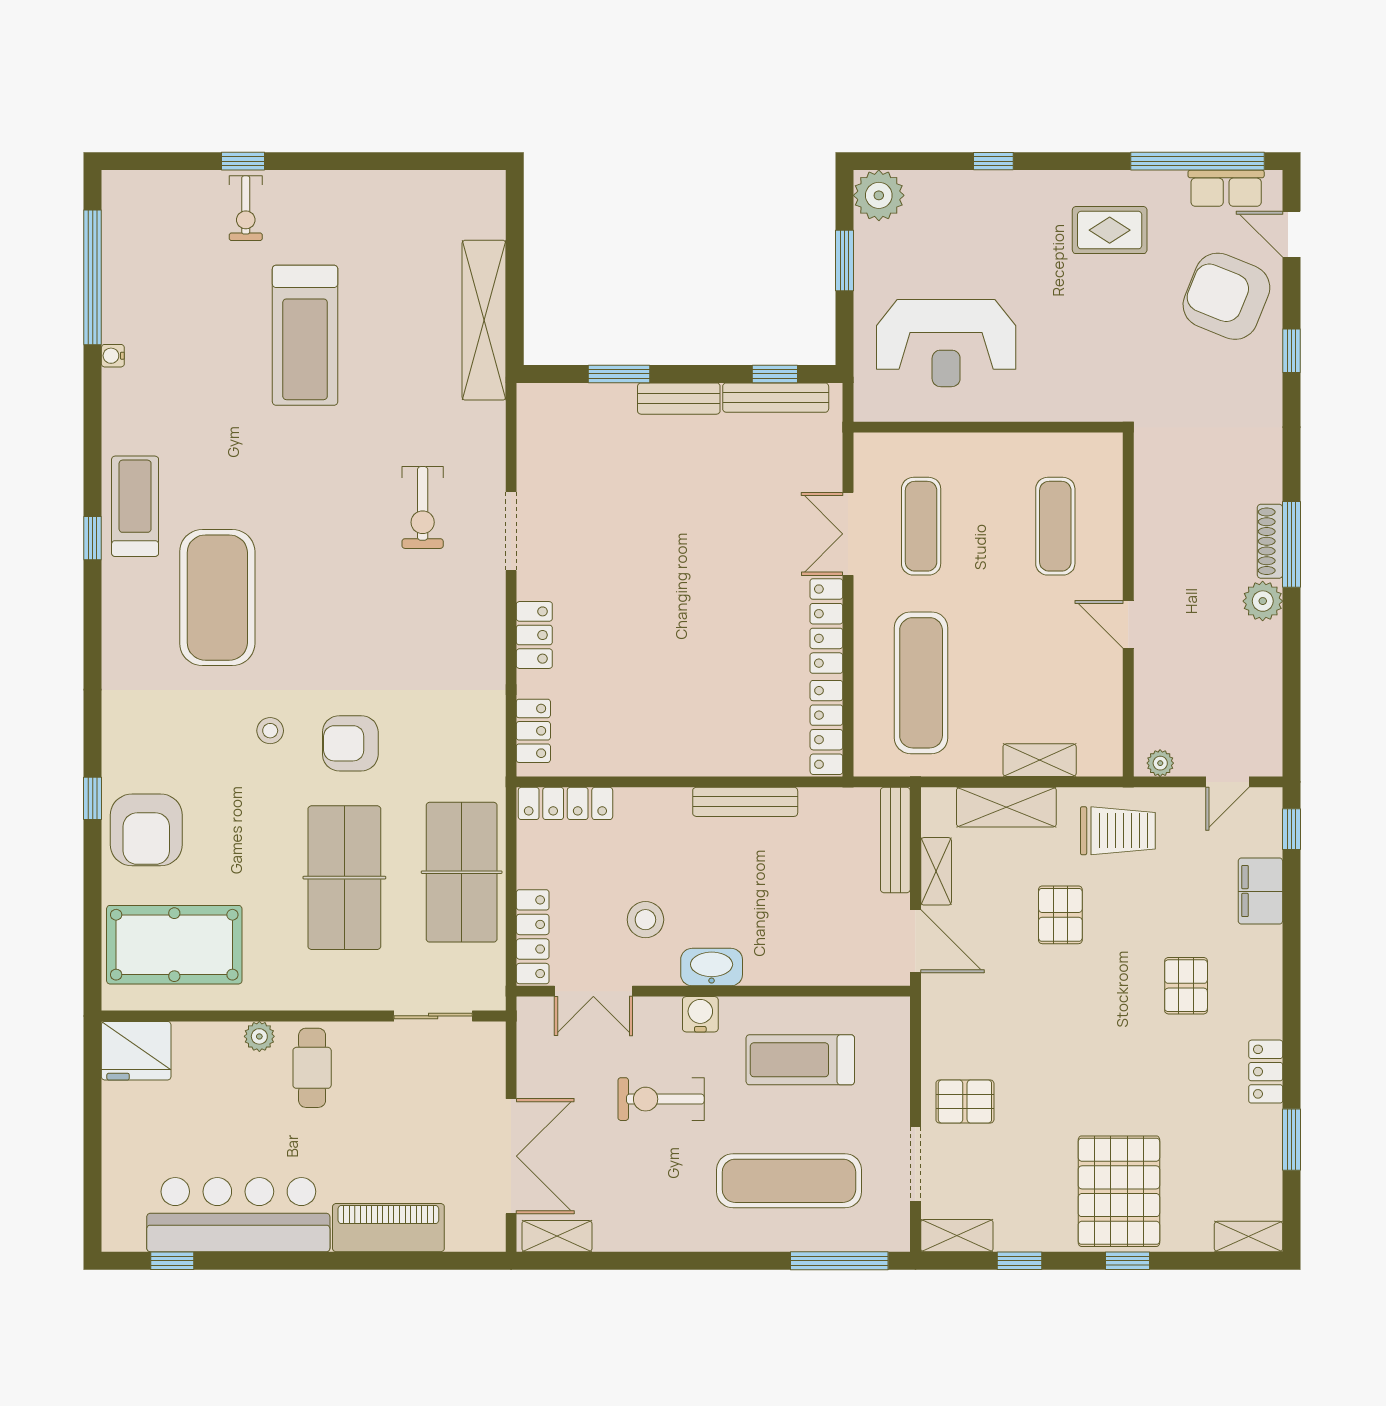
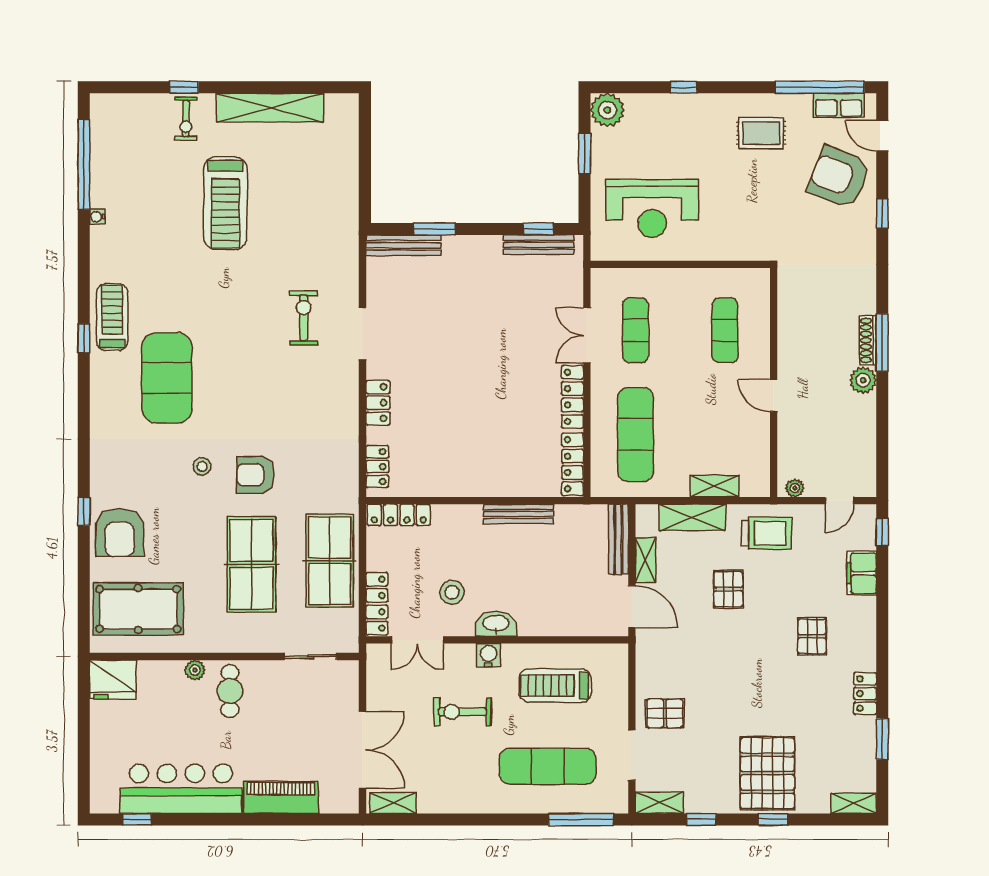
shelving: (484, 320) -> (270, 108), moved, turned 90
bench: (679, 399) -> (403, 245), moved, width x1.36
exercise bike: (423, 507) -> (304, 318), turned 180

